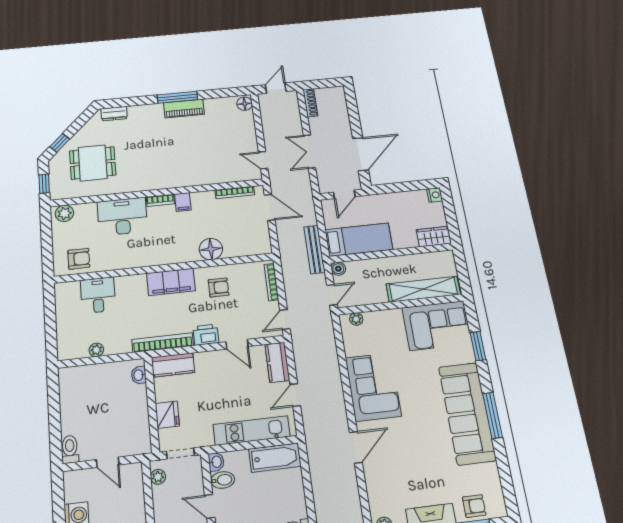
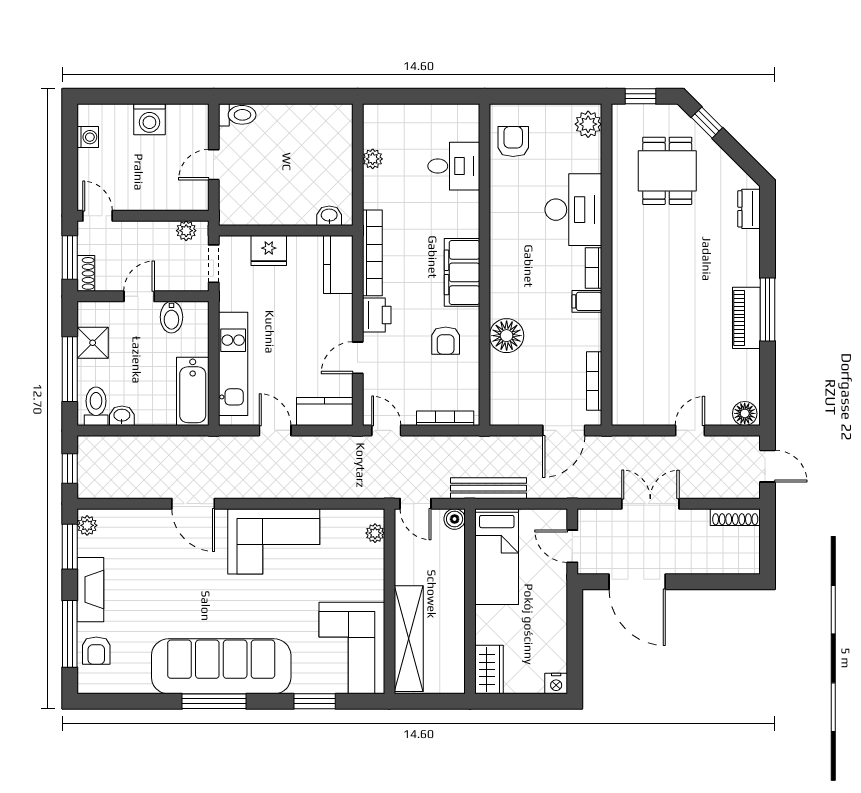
door: (263, 160) -> (690, 430), moved
armchair: (79, 259) -> (513, 142), turned 180
washbasin: (216, 462) -> (122, 416), moved, turned 180

